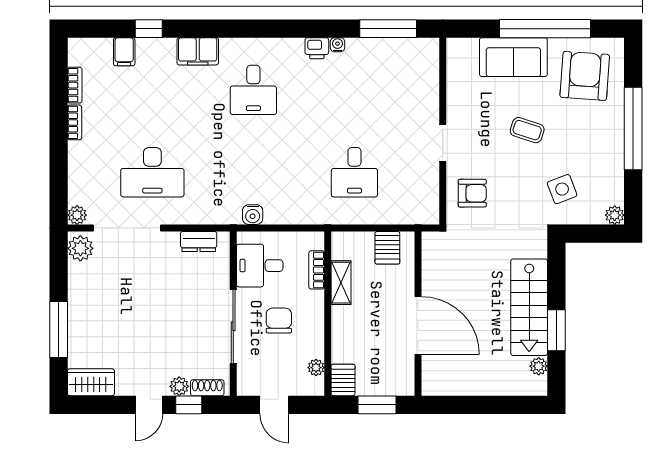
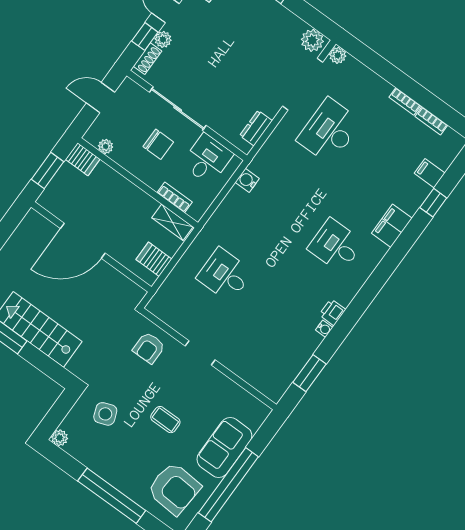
window: (388, 29) -> (310, 373), width x0.69
coffee table: (527, 130) -> (165, 420), turned 72
shelving: (341, 283) -> (172, 222), moved

